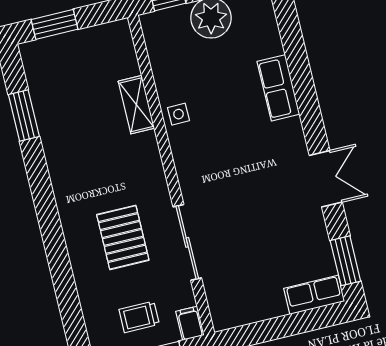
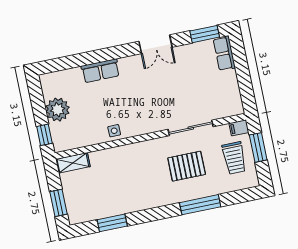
shelving: (136, 105) -> (73, 163), moved
double door: (326, 179) -> (155, 44), swing flipped
window: (59, 262) -> (200, 205), added
trolley: (139, 317) -> (234, 158), width x1.36, depth x1.39

